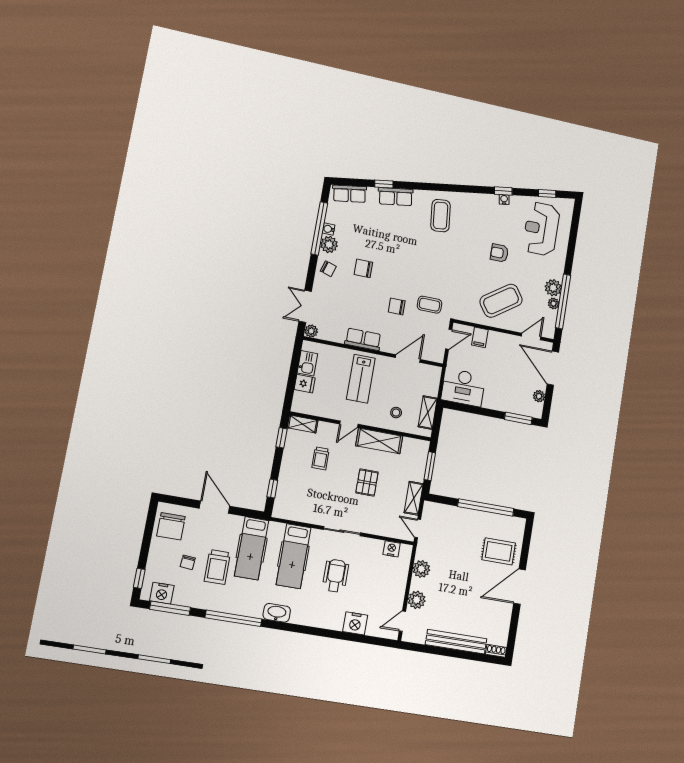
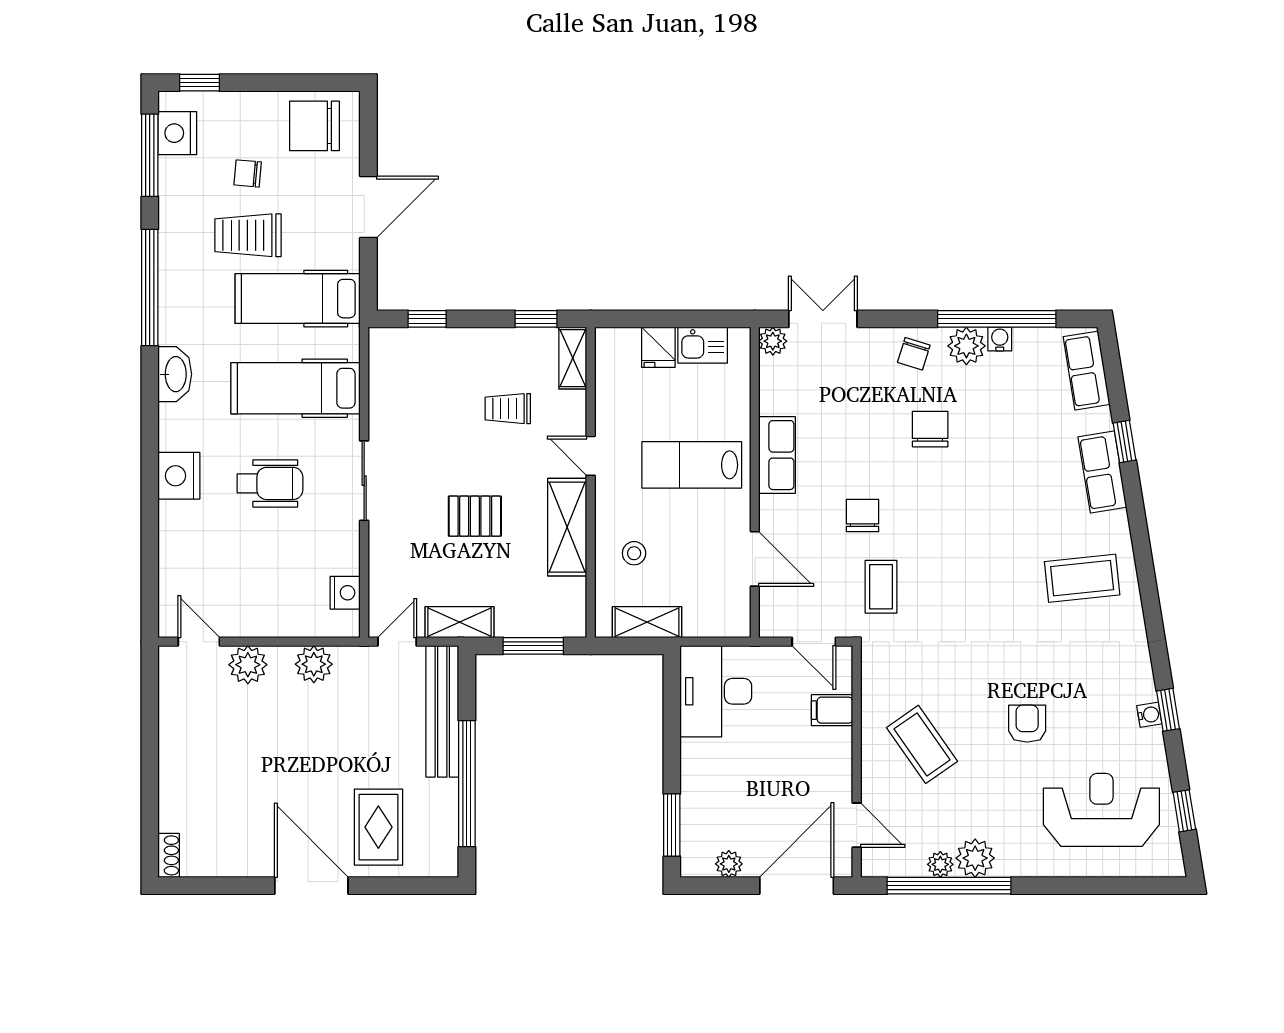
coffee table: (501, 301) -> (922, 744), width x0.73, depth x0.76
nightstand: (355, 623) -> (179, 476), moved
bench: (456, 642) -> (442, 711), moved

